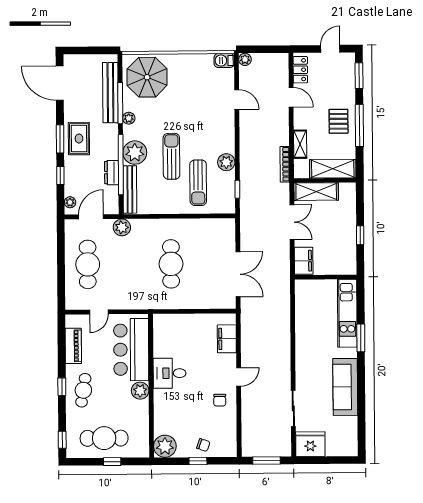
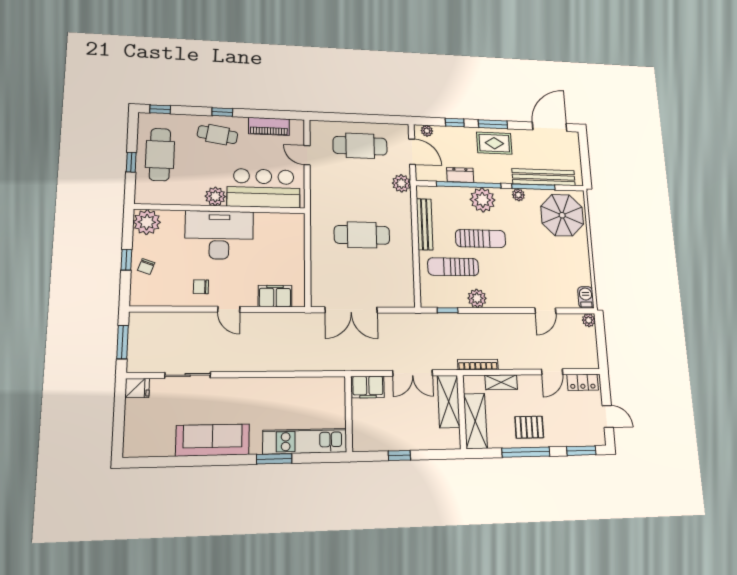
bench: (130, 189) -> (425, 224), moved, turned 90
desk: (170, 373) -> (219, 235), width x1.87, depth x1.30
fridge: (310, 444) -> (137, 388), width x0.53, depth x0.75

